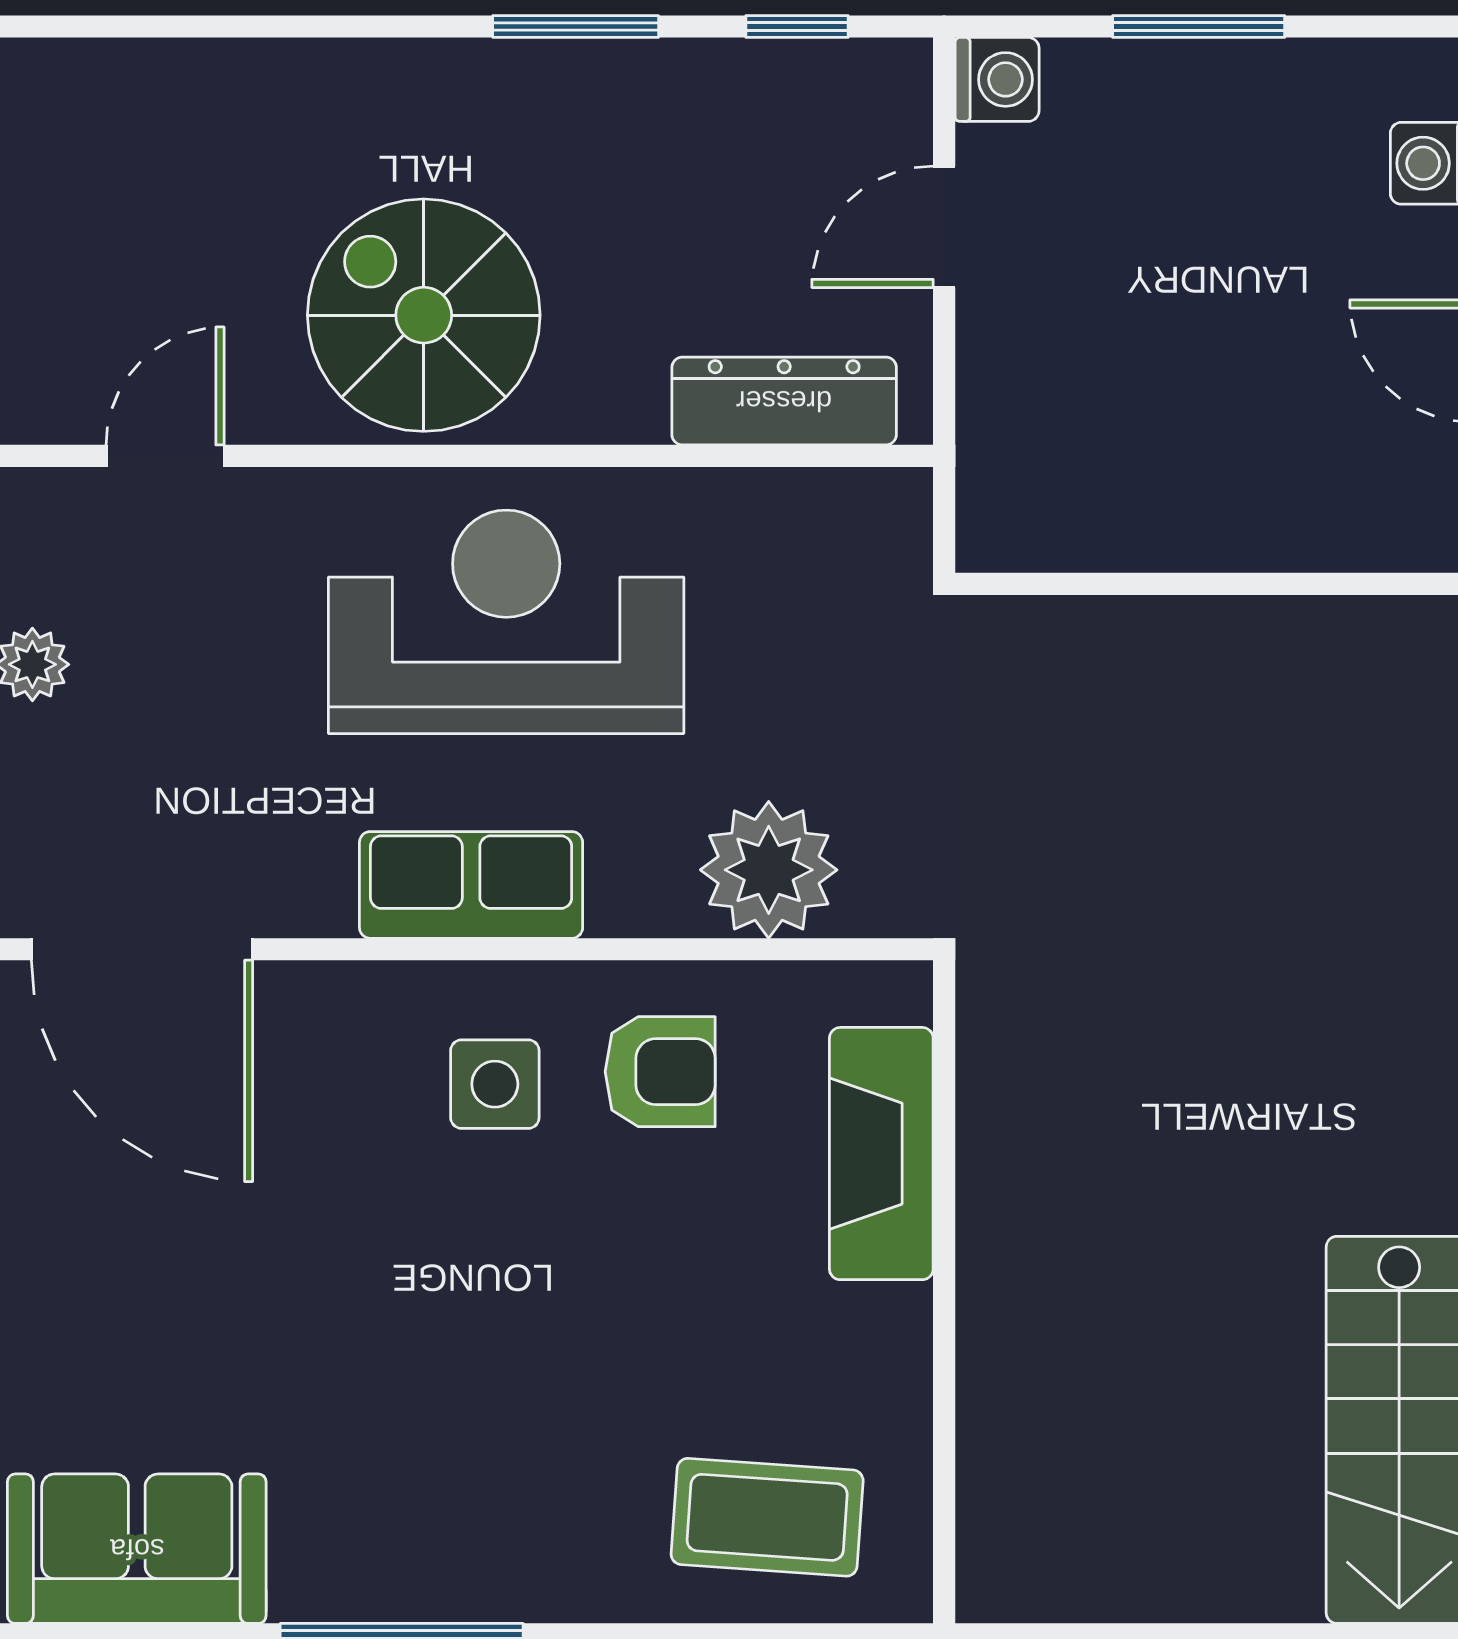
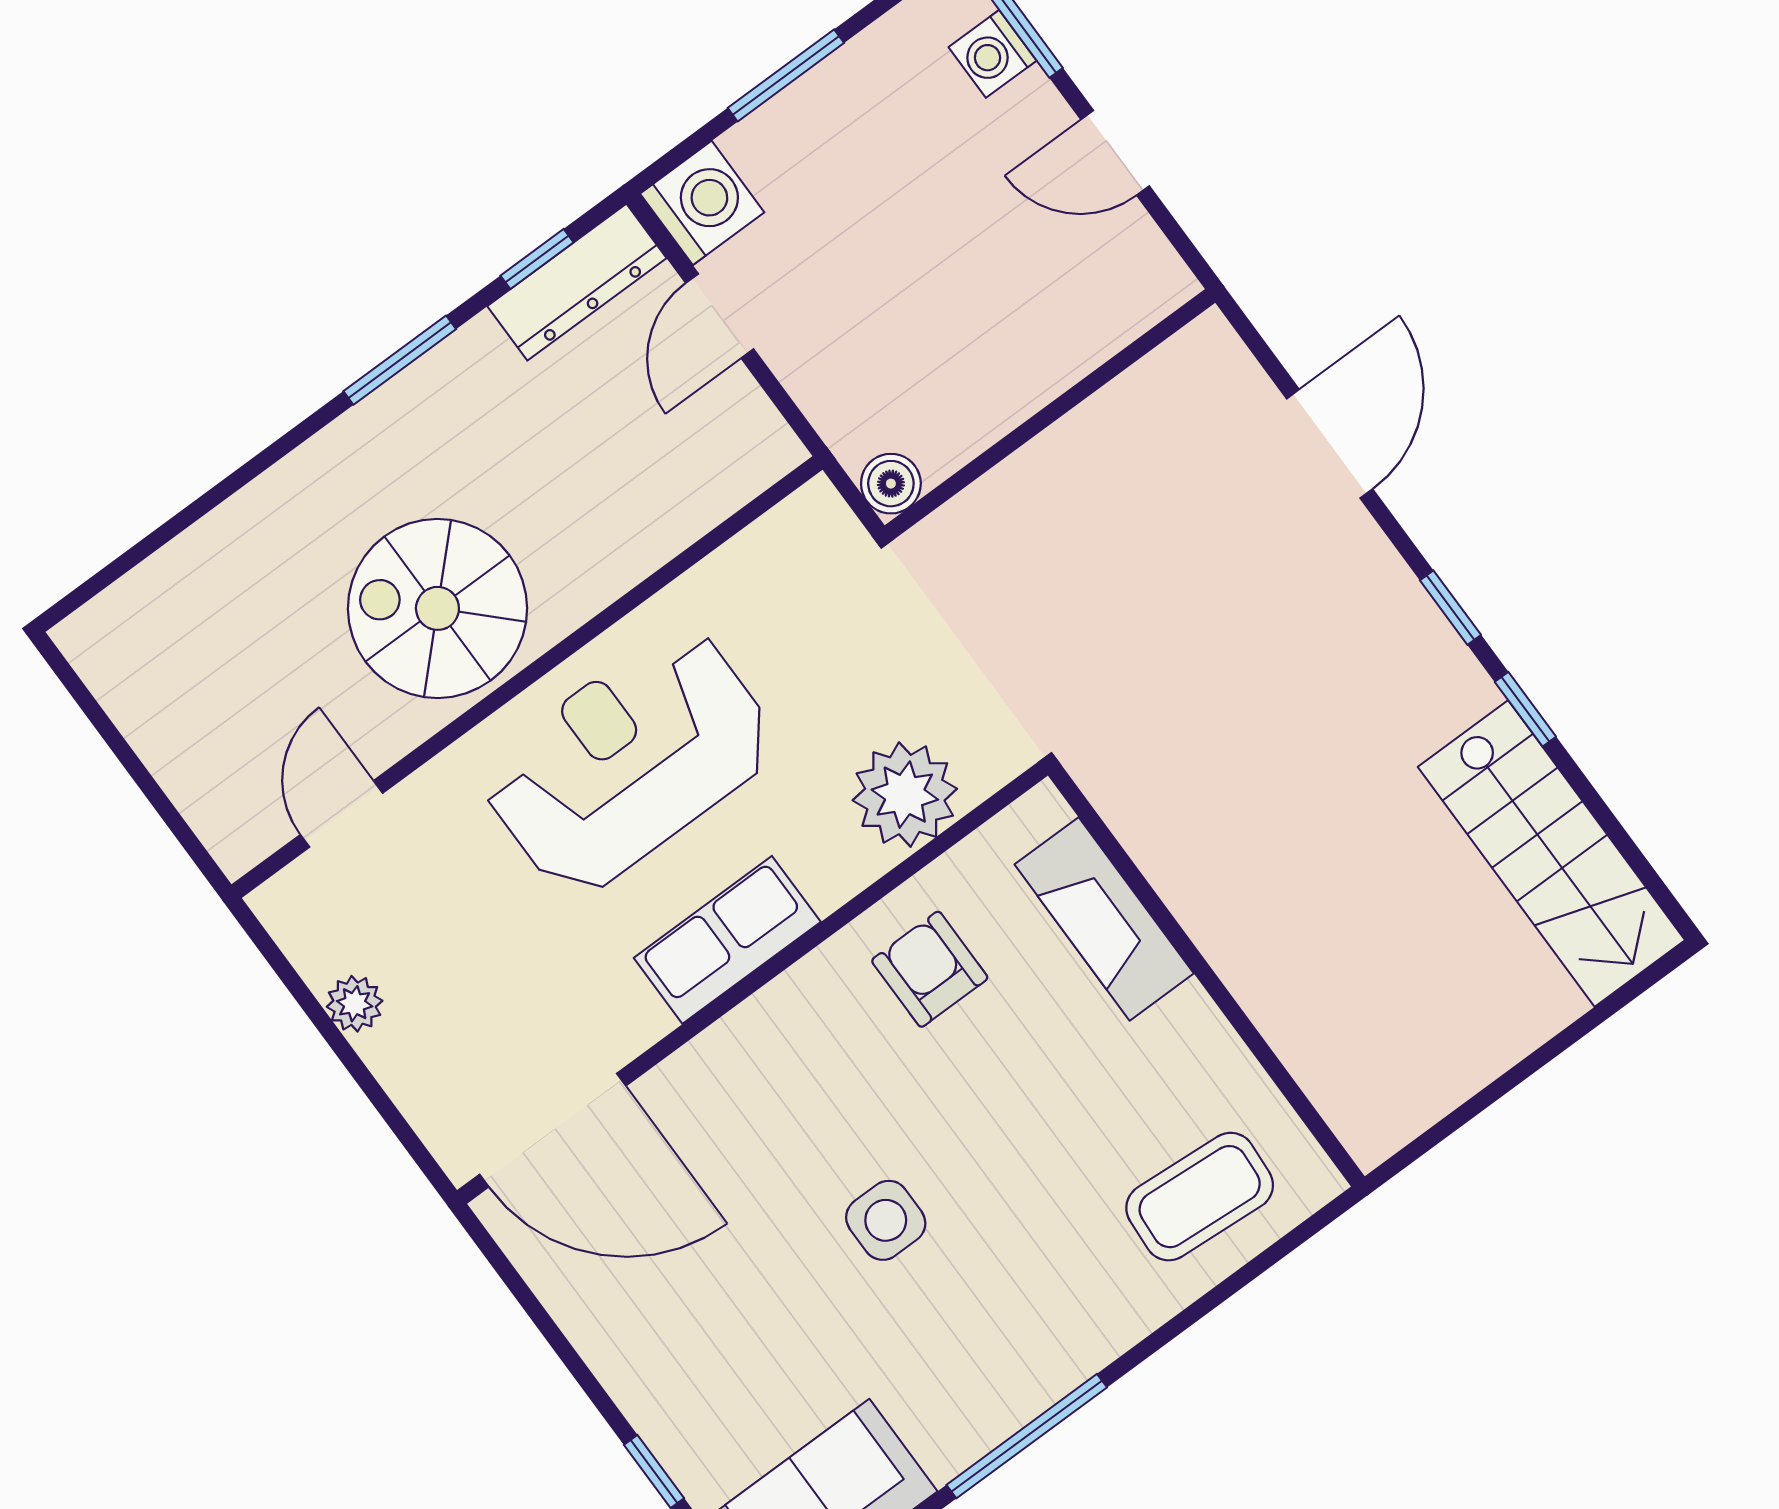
washing machine: (997, 79) -> (702, 203), width x1.38, depth x1.38
dresser: (784, 401) -> (577, 282), moved, turned 180
boiler: (994, 534) -> (891, 484), added
armchair: (660, 1072) -> (930, 969), turned -90
side table: (495, 1084) -> (886, 1220), moved

